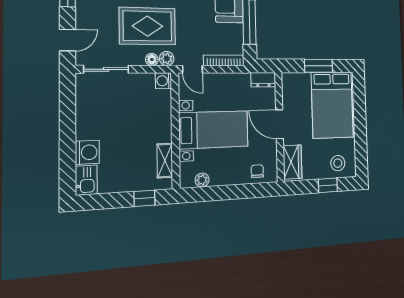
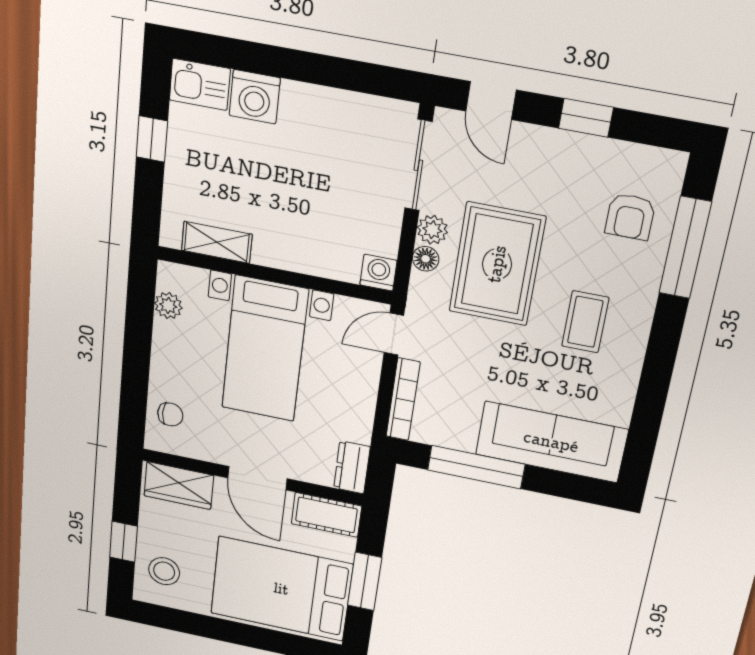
plant: (167, 59) -> (432, 230), moved
cot: (290, 89) -> (326, 515), added
door: (280, 124) -> (257, 478), swing flipped
window: (144, 198) -> (152, 139), moved

